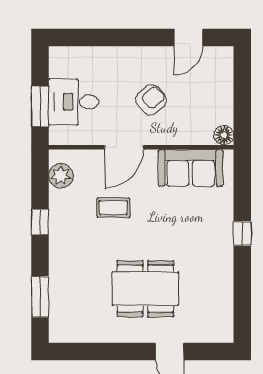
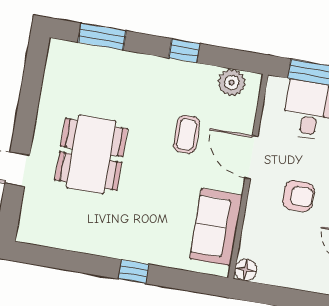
armchair: (151, 100) -> (298, 196), turned -49

